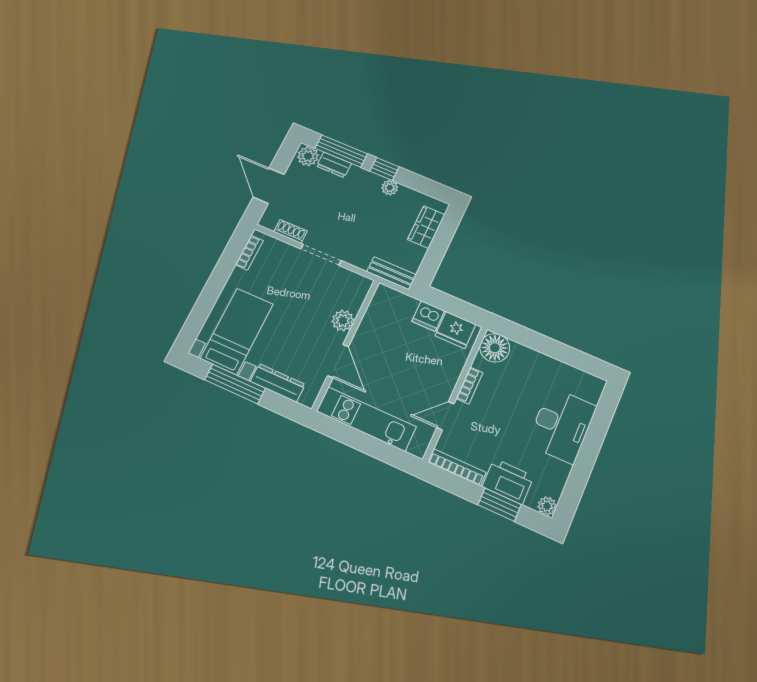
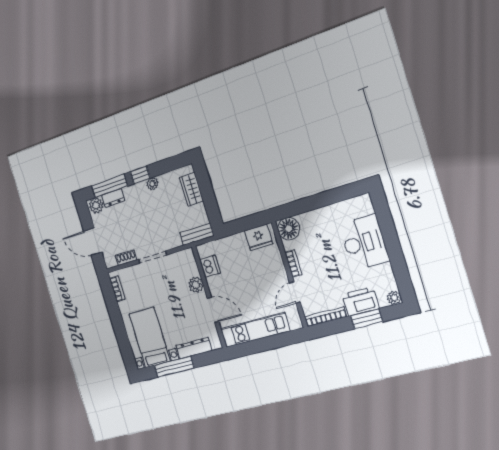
dishwasher: (428, 316) -> (210, 266), moved, turned -90

